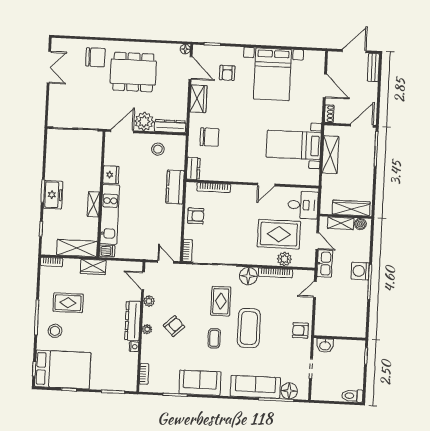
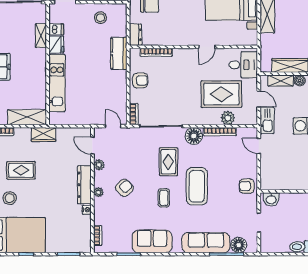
shelving: (93, 204) -> (41, 36), moved
dishwasher: (107, 251) -> (56, 29), moved
door: (315, 289) -> (259, 146), hinge flipped

